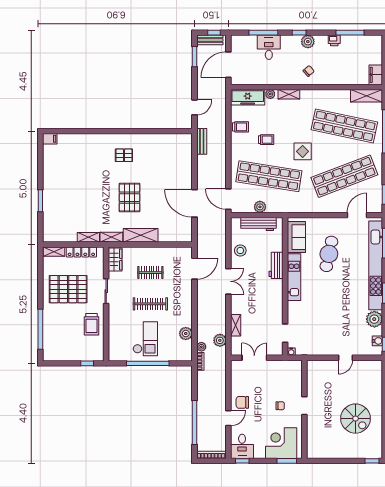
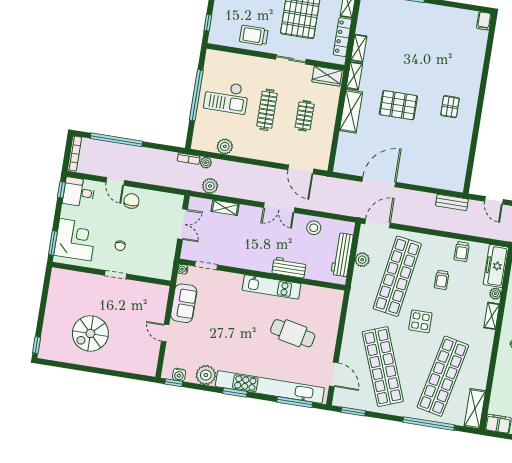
sofa: (296, 237) -> (184, 303), moved, turned -90

